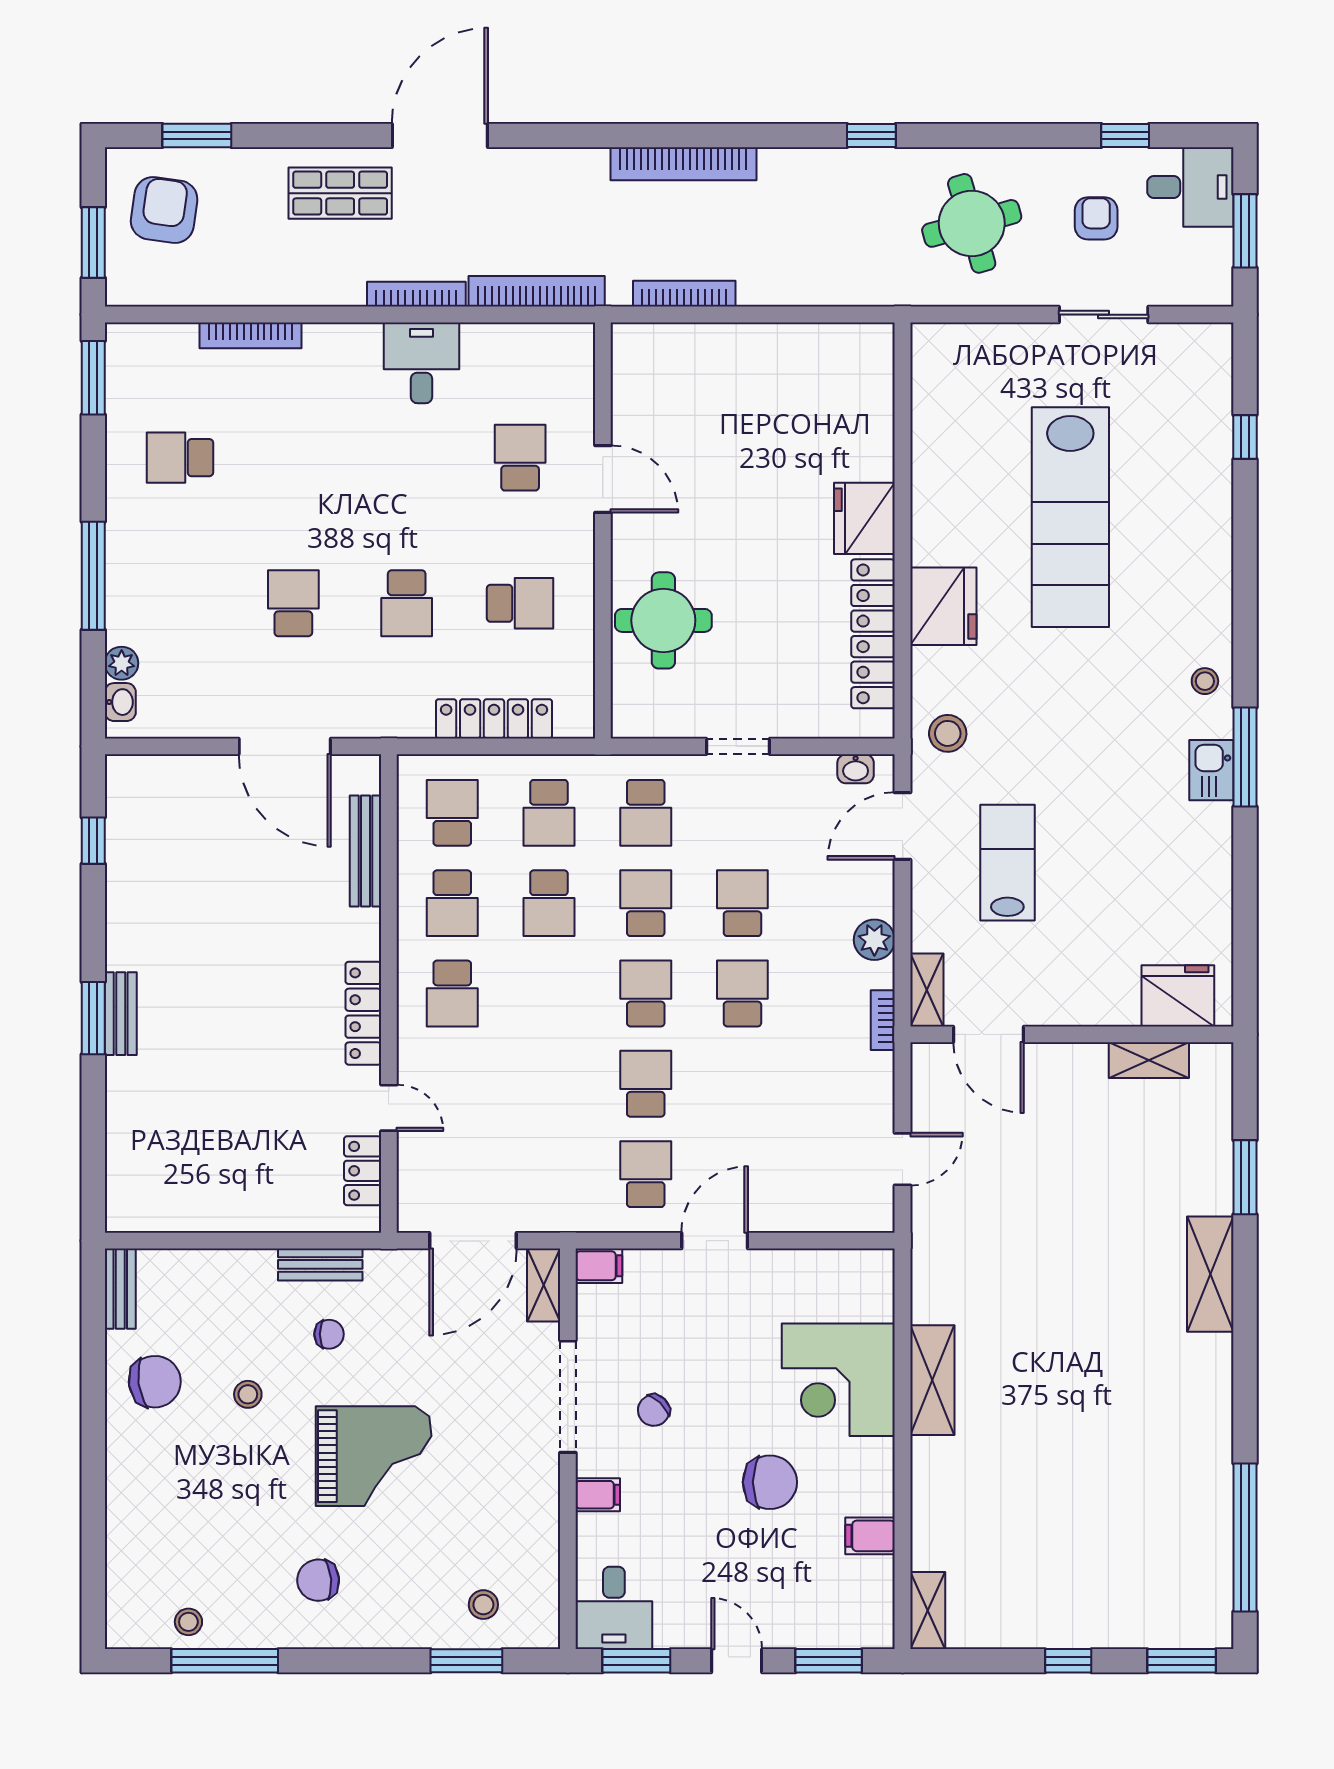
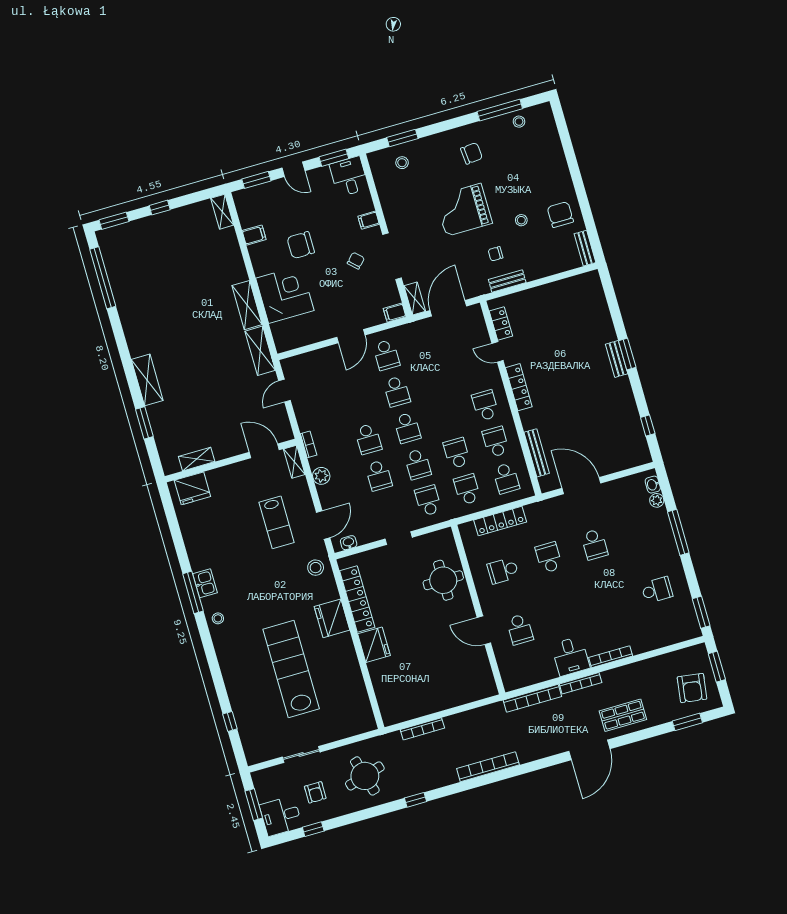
bookcase: (684, 294) -> (422, 729), moved
bookcase: (251, 335) -> (611, 657), moved
shelving: (932, 1267) -> (260, 351), added
chair: (155, 1382) -> (560, 215), turned 98

